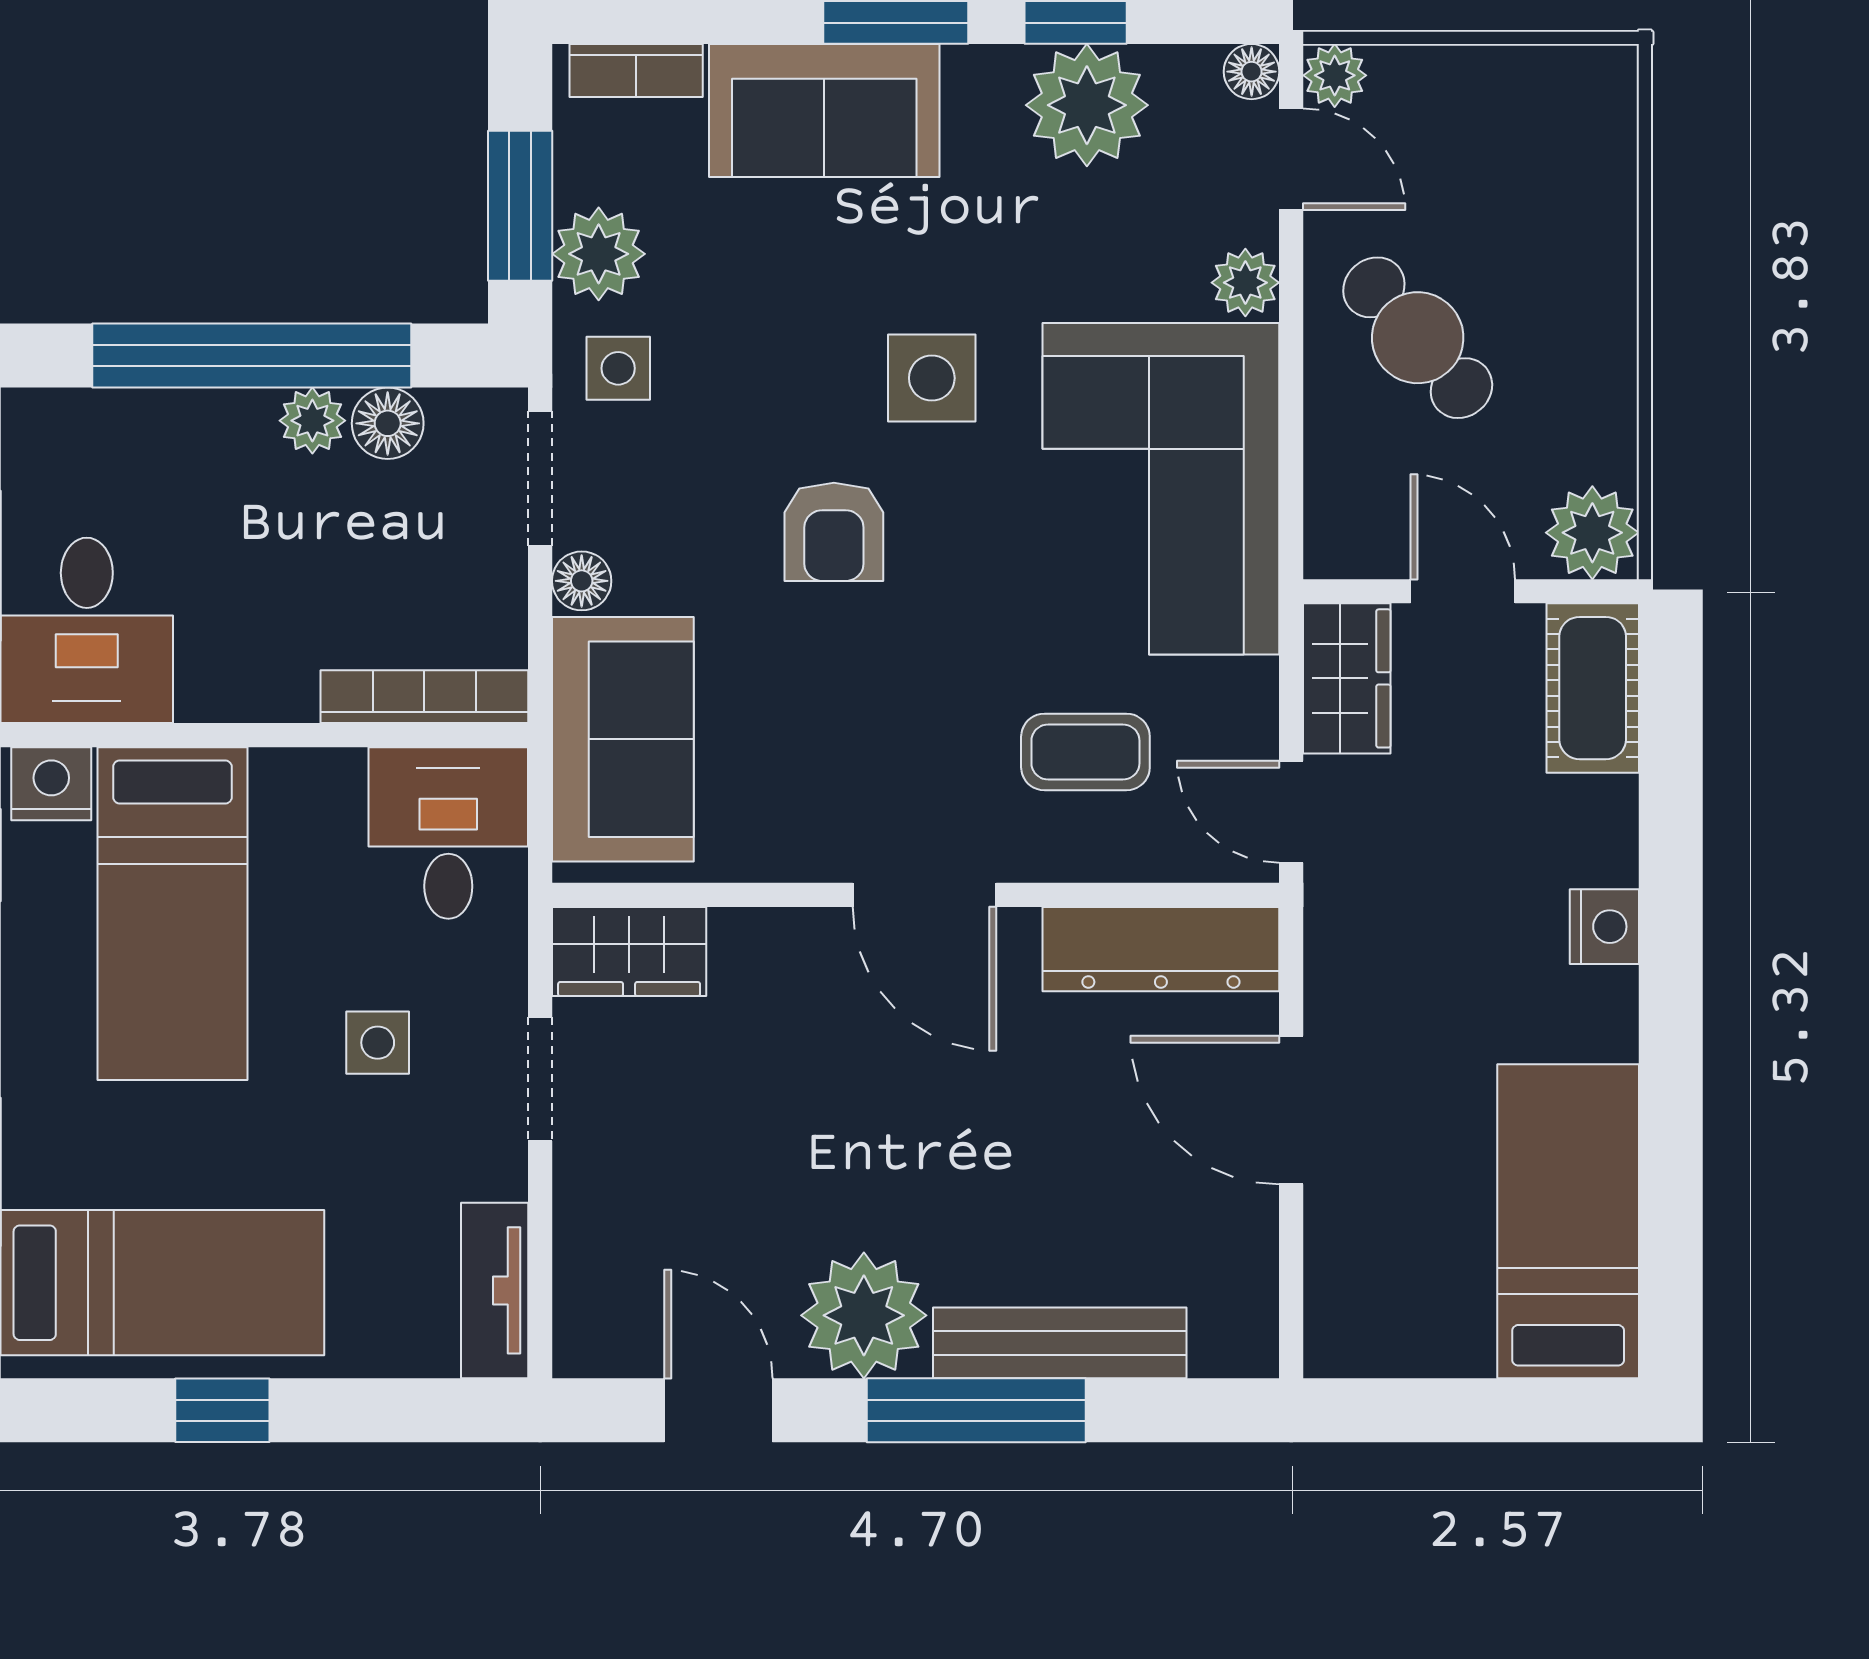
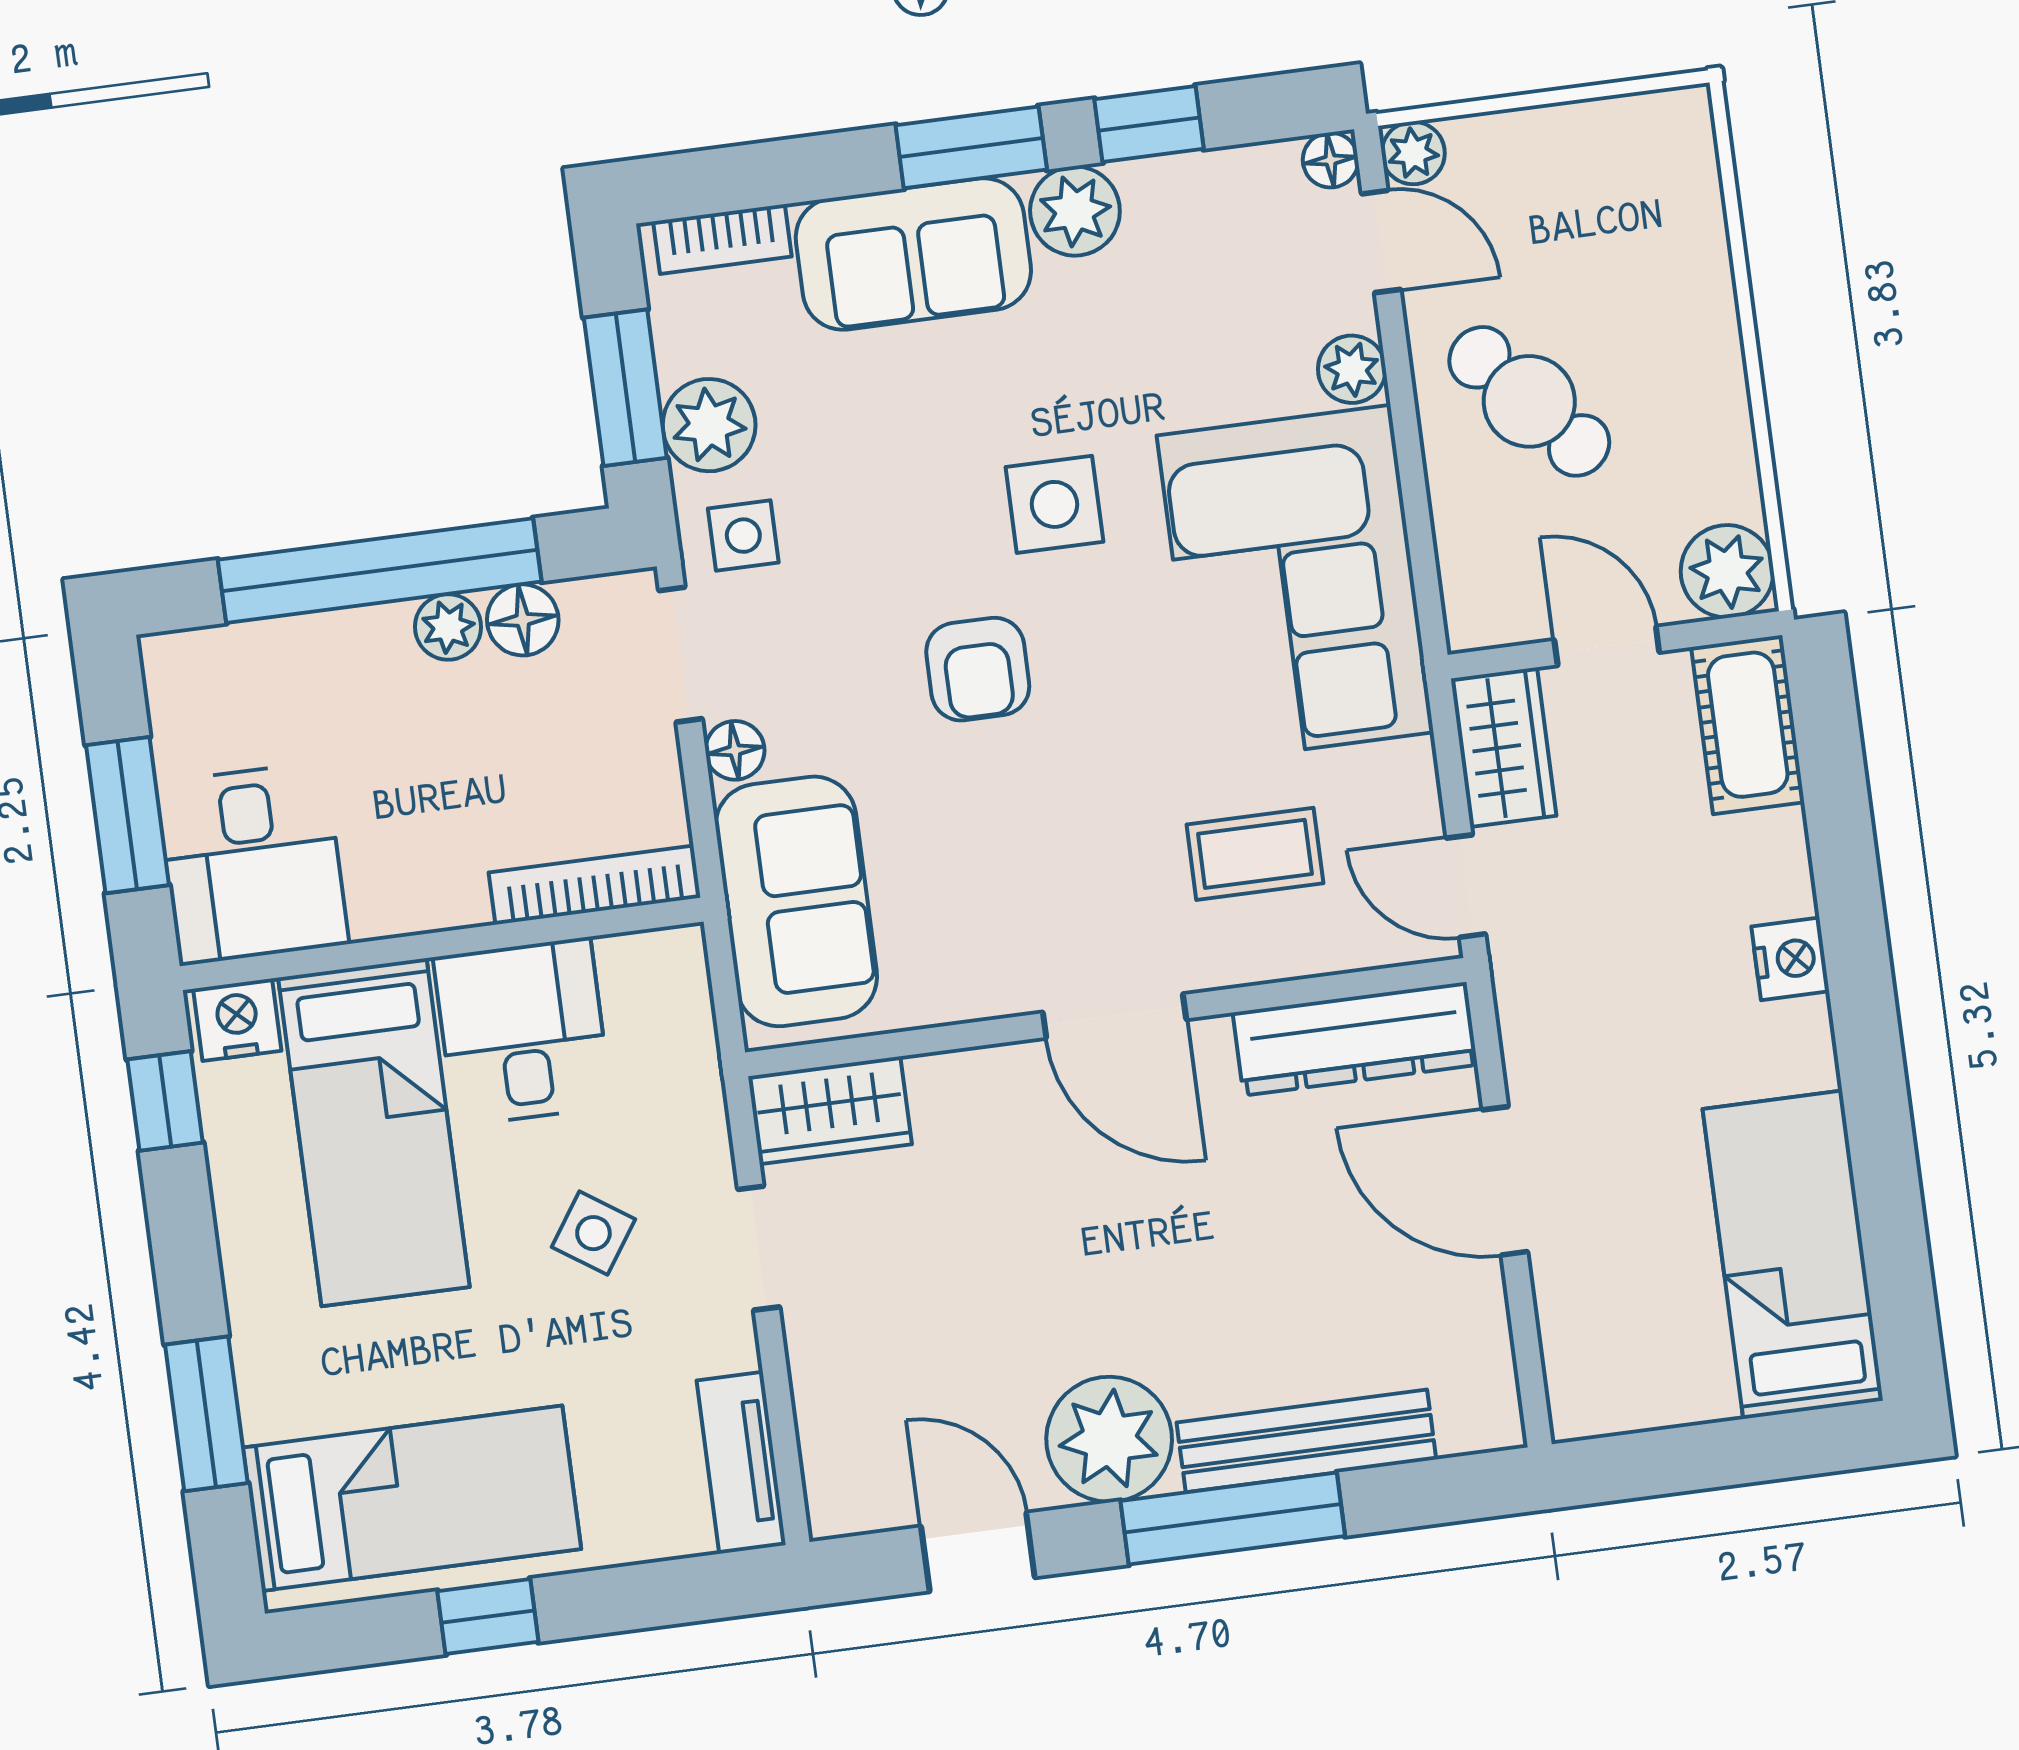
plant: (1087, 105) -> (1075, 211), moved, width x0.73, depth x0.73
desk: (448, 833) -> (522, 1032), moved
side table: (378, 1043) -> (593, 1233), turned 34

